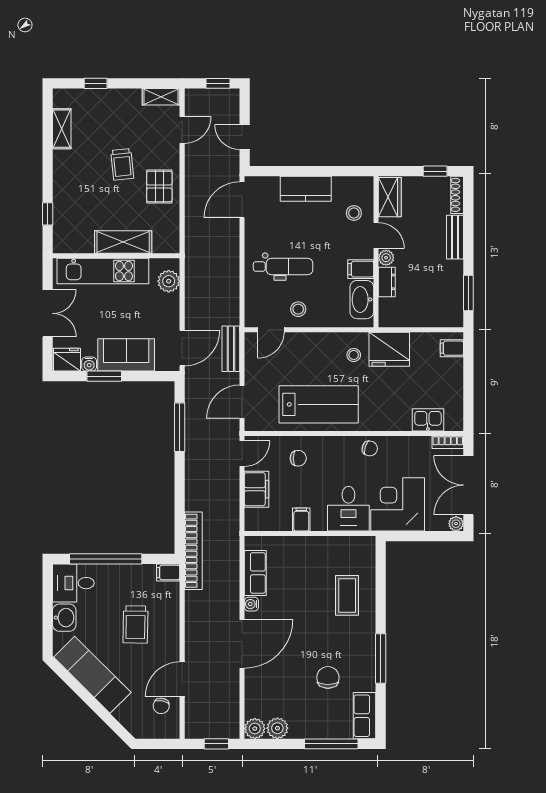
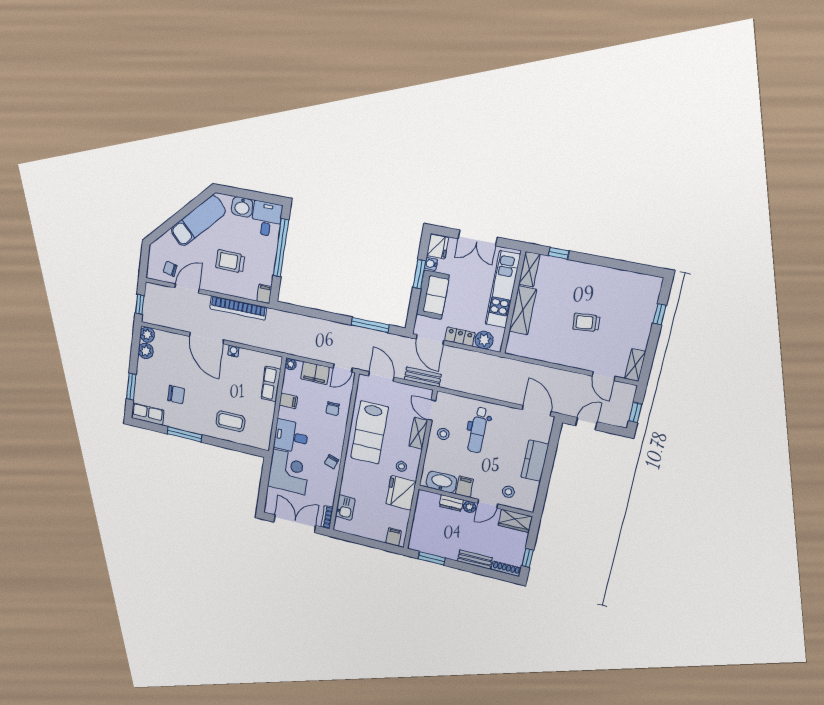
shelving: (62, 129) -> (529, 269), moved, turned 90
pallet: (159, 187) -> (561, 348), removed
locker: (171, 312) -> (460, 337), added
shelving: (305, 341) -> (418, 433), added
door: (242, 454) -> (343, 368), hinge flipped
plant: (456, 524) -> (291, 364), moved
bookcase: (193, 551) -> (238, 308), moved
row of seats: (255, 573) -> (271, 384), moved, turned 90
door: (182, 679) -> (187, 288), hinge flipped
window: (331, 744) -> (131, 387), width x0.69

